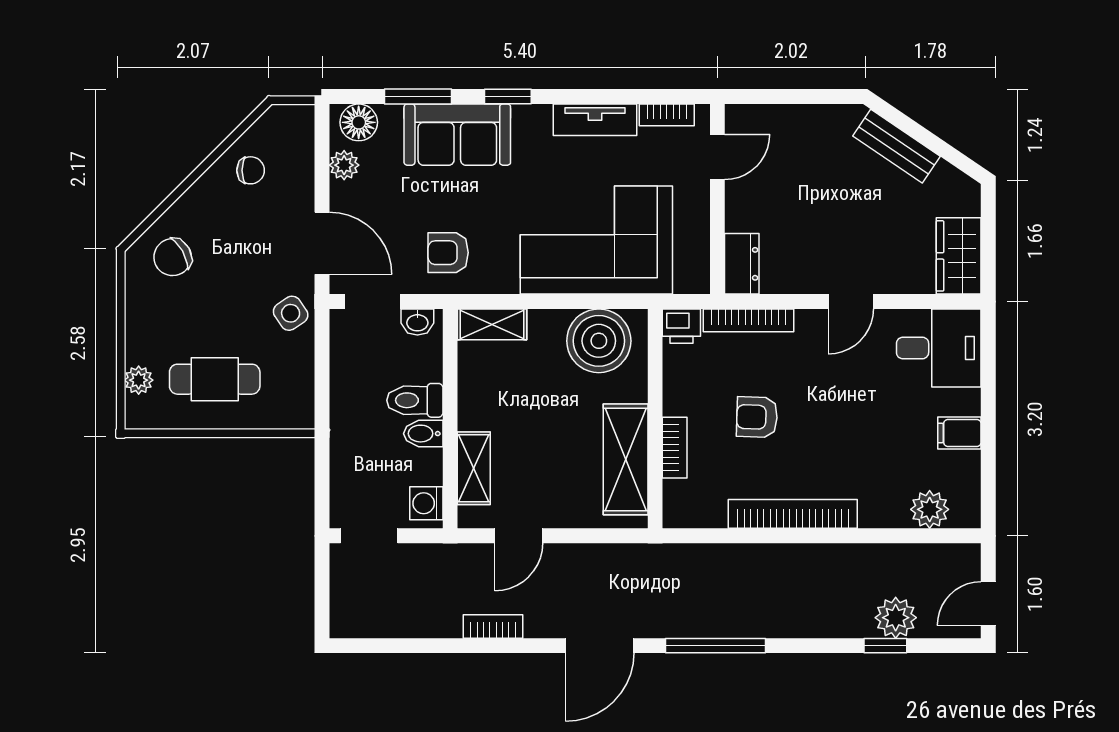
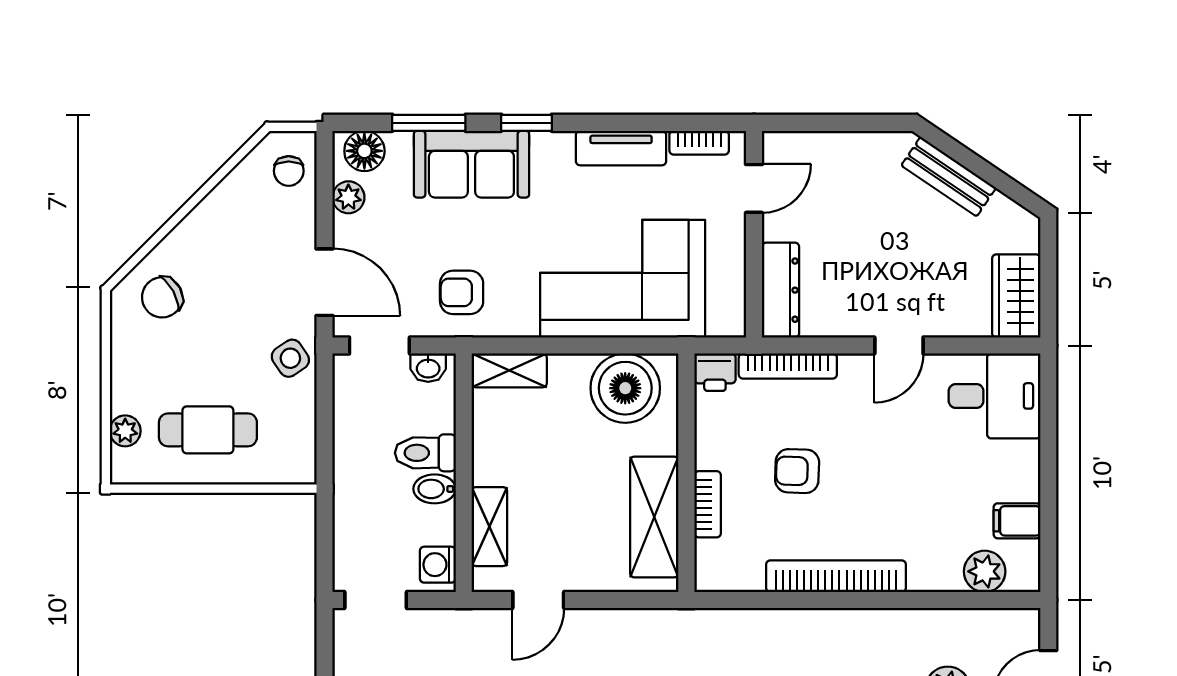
chair: (251, 170) -> (289, 171), moved, turned 90
dresser: (742, 264) -> (781, 290), width x1.44
filing cabinet: (959, 433) -> (1017, 521), moved

